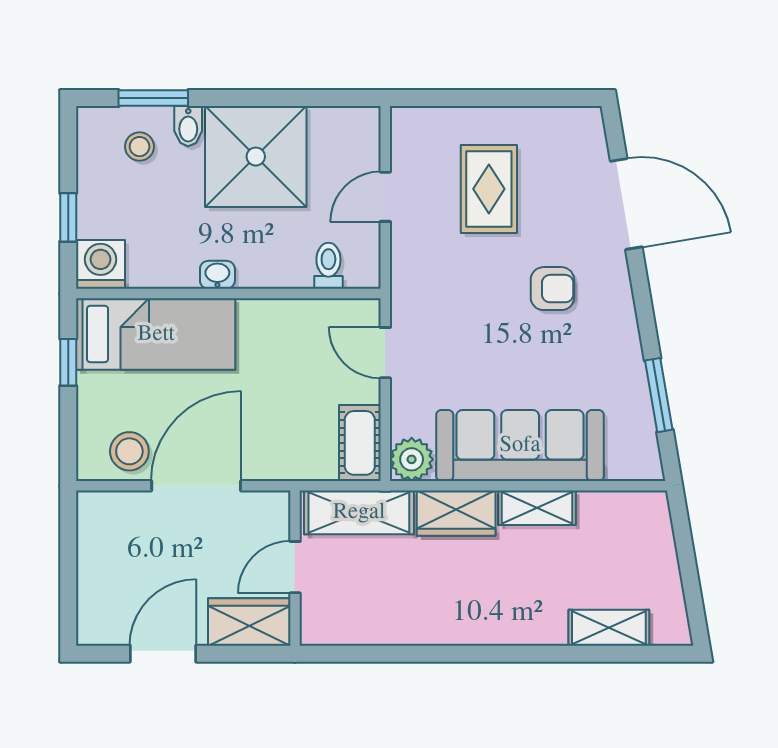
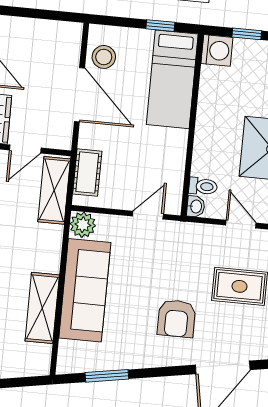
washbasin: (217, 275) -> (196, 206), moved
armchair: (552, 289) -> (177, 319), width x1.38, depth x1.38
cot: (360, 443) -> (87, 173), moved, turned 90
shelving: (537, 508) -> (42, 308), width x1.50, depth x1.33
wardrobe: (456, 513) -> (48, 248), removed
door: (295, 567) -> (25, 149), swing flipped

